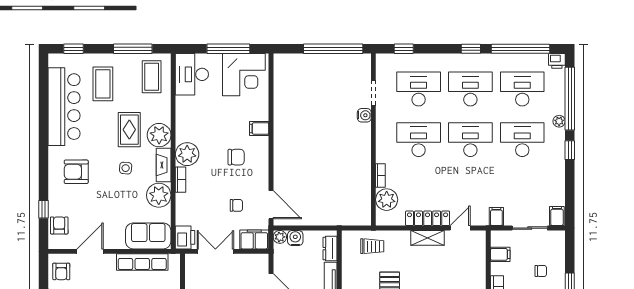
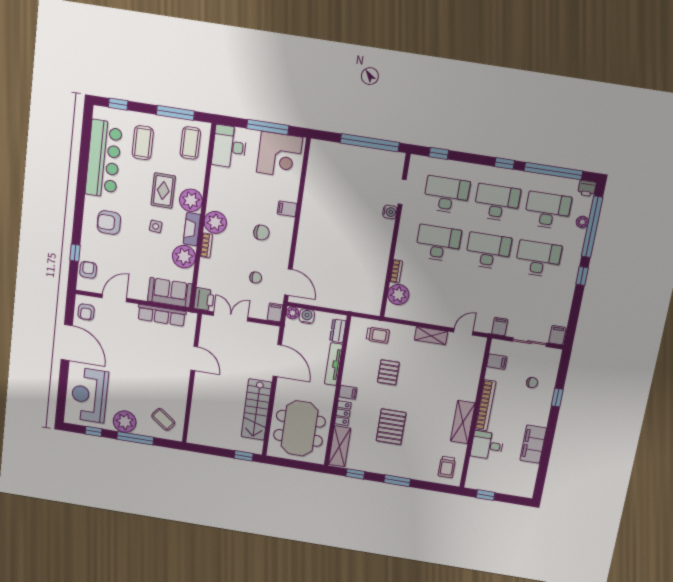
plant: (559, 121) -> (582, 222), moved
locker: (428, 218) -> (434, 318), removed
filing cabinet: (254, 239) -> (275, 312), width x0.50

